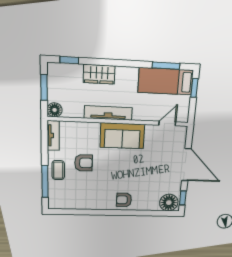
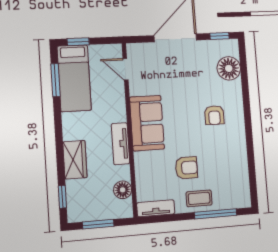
floor lamp: (55, 110) -> (123, 190), moved
tv unit: (108, 113) -> (120, 144), width x0.71
armchair: (84, 163) -> (186, 168), turned 90
armchair: (124, 200) -> (214, 115), moved
floor lamp: (169, 203) -> (229, 68), moved

